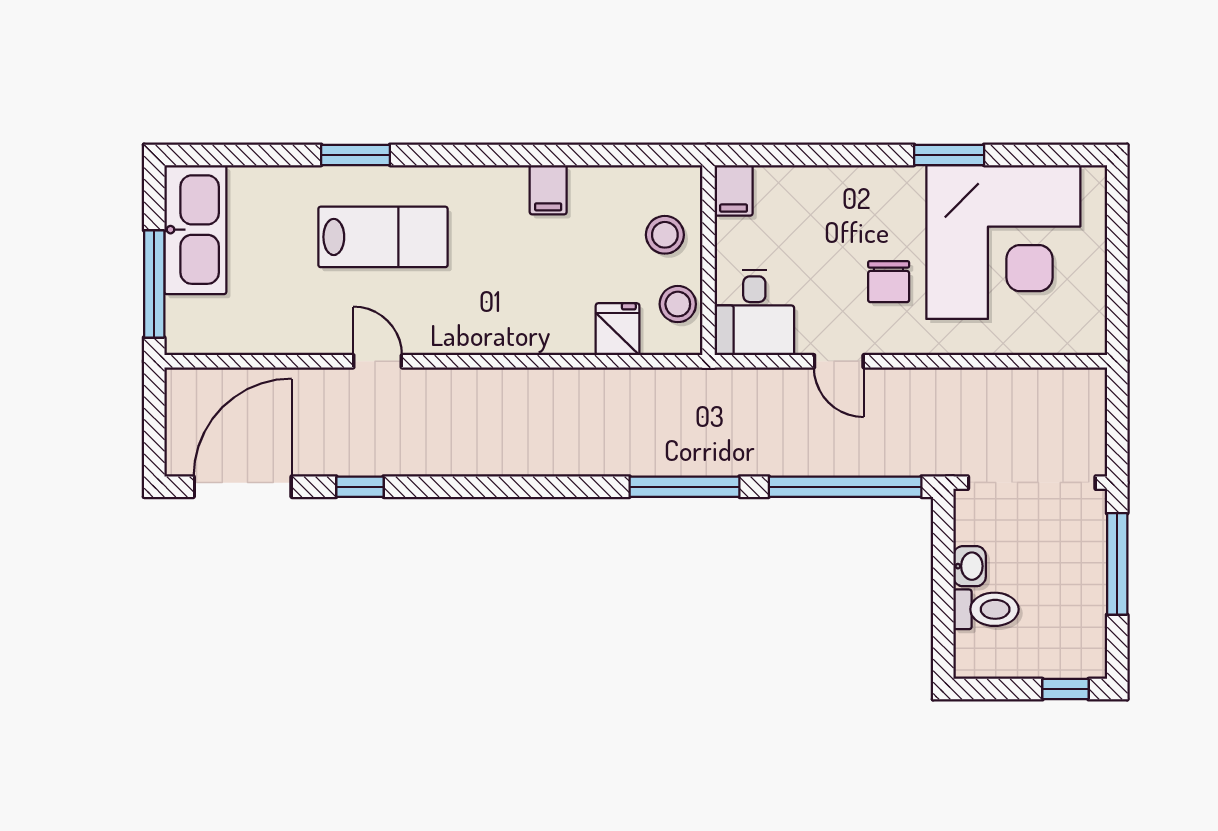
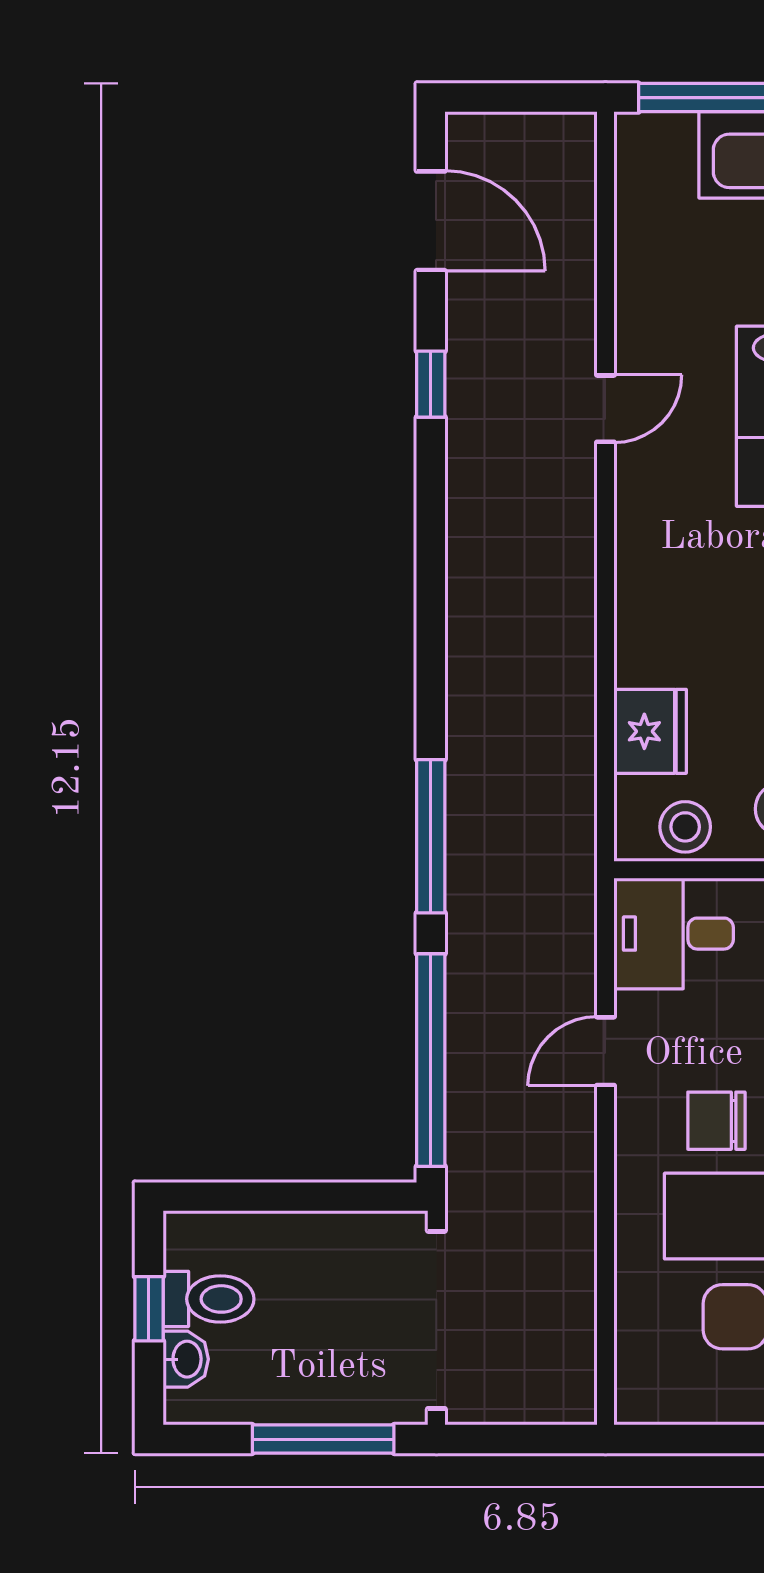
fridge: (618, 329) -> (650, 731), width x1.38
door: (243, 487) -> (431, 221), width x0.73
washbasin: (970, 566) -> (186, 1359), moved, turned -90
toilet: (986, 609) -> (209, 1299), moved, turned -90
window: (1065, 689) -> (149, 1309), moved

